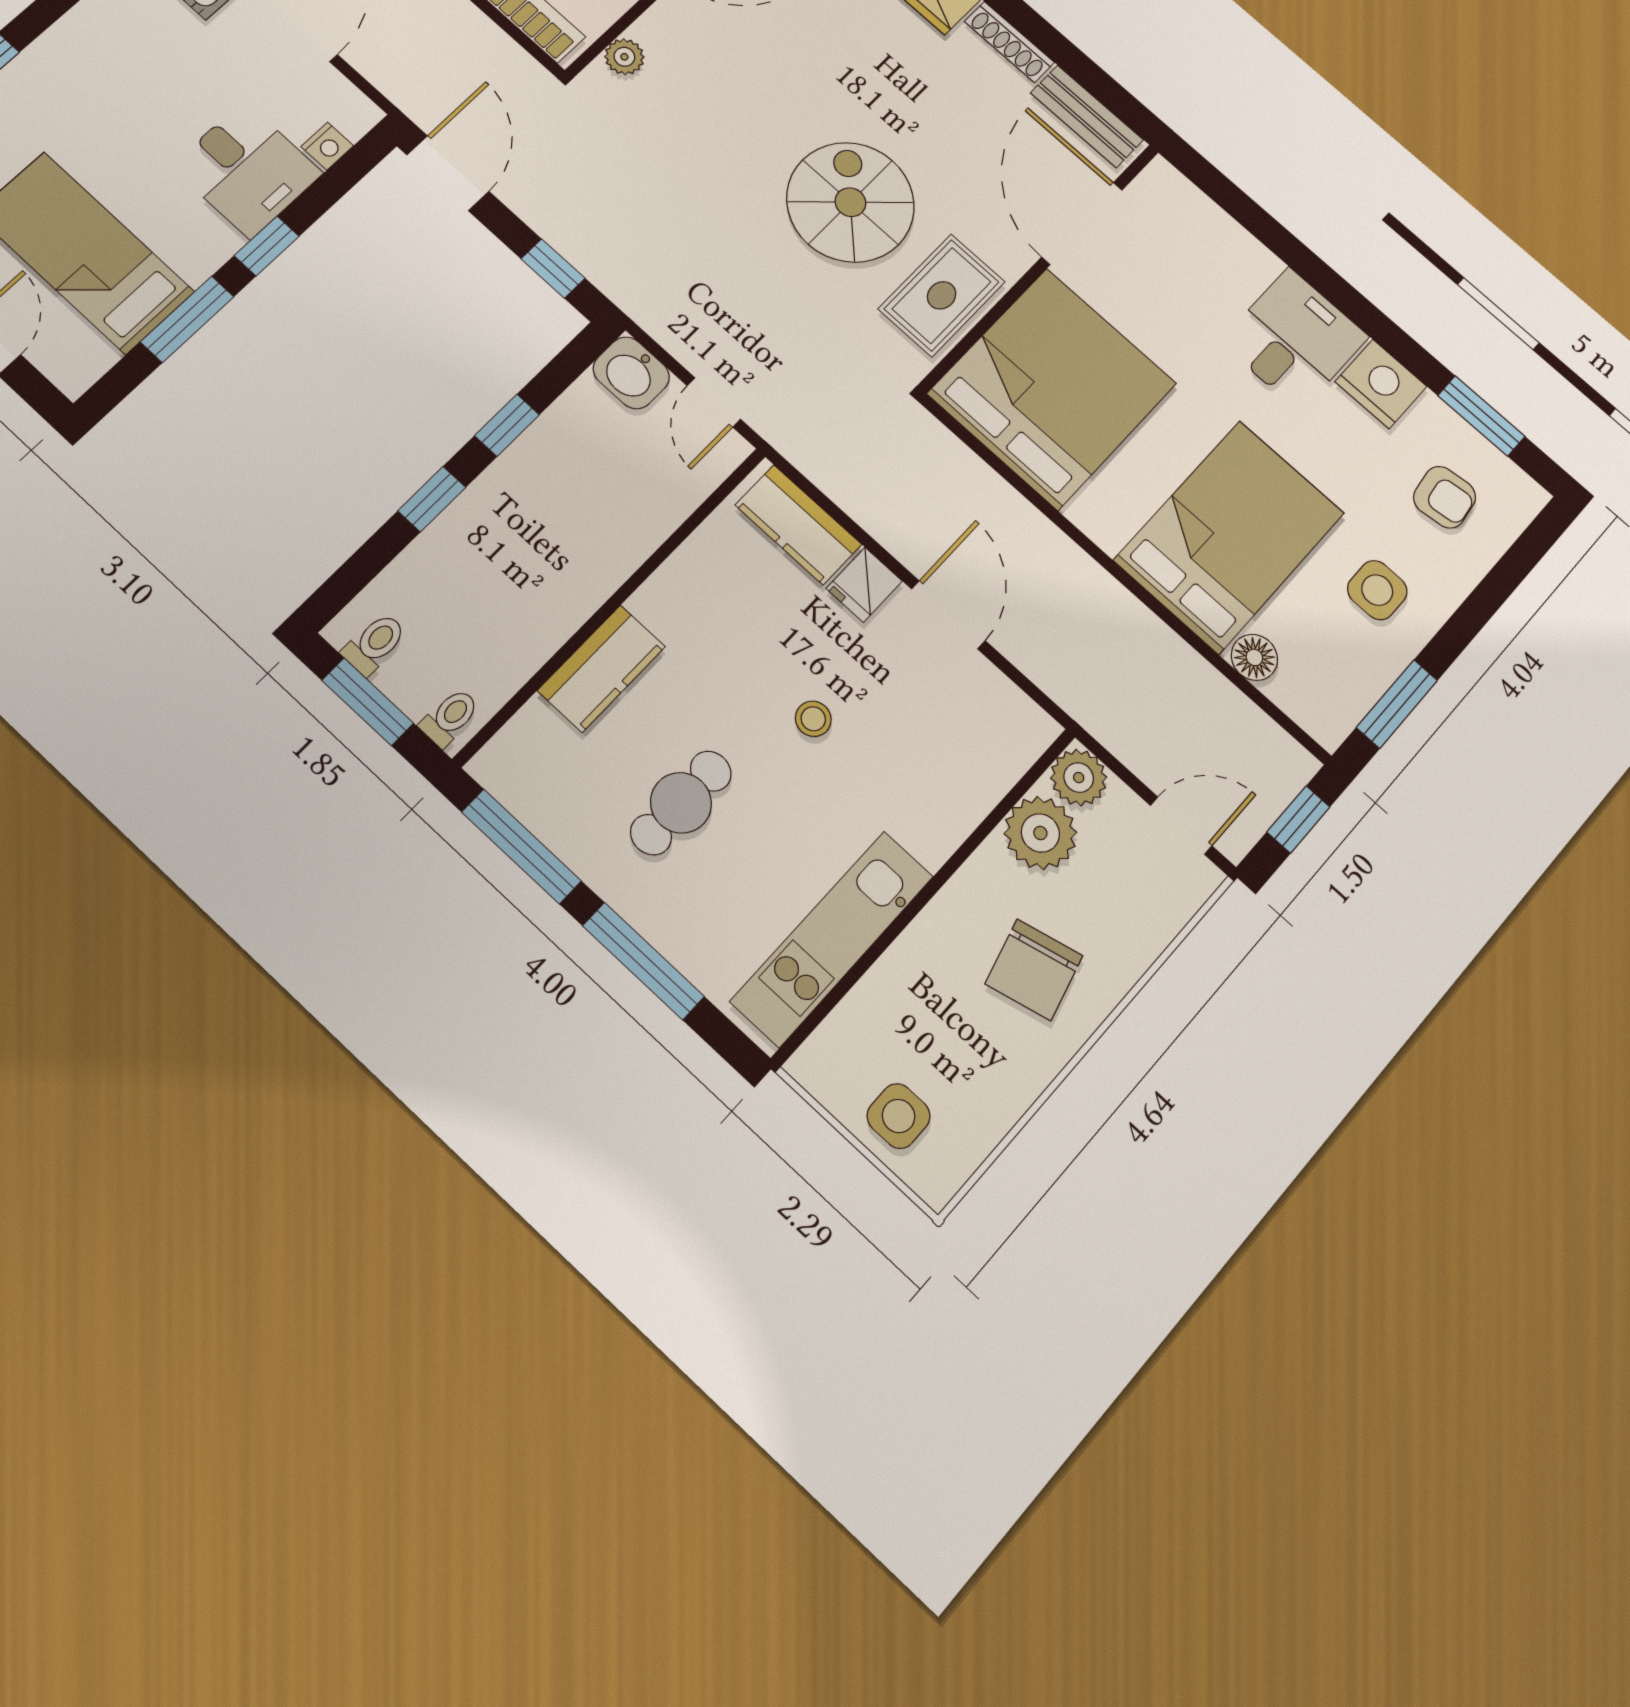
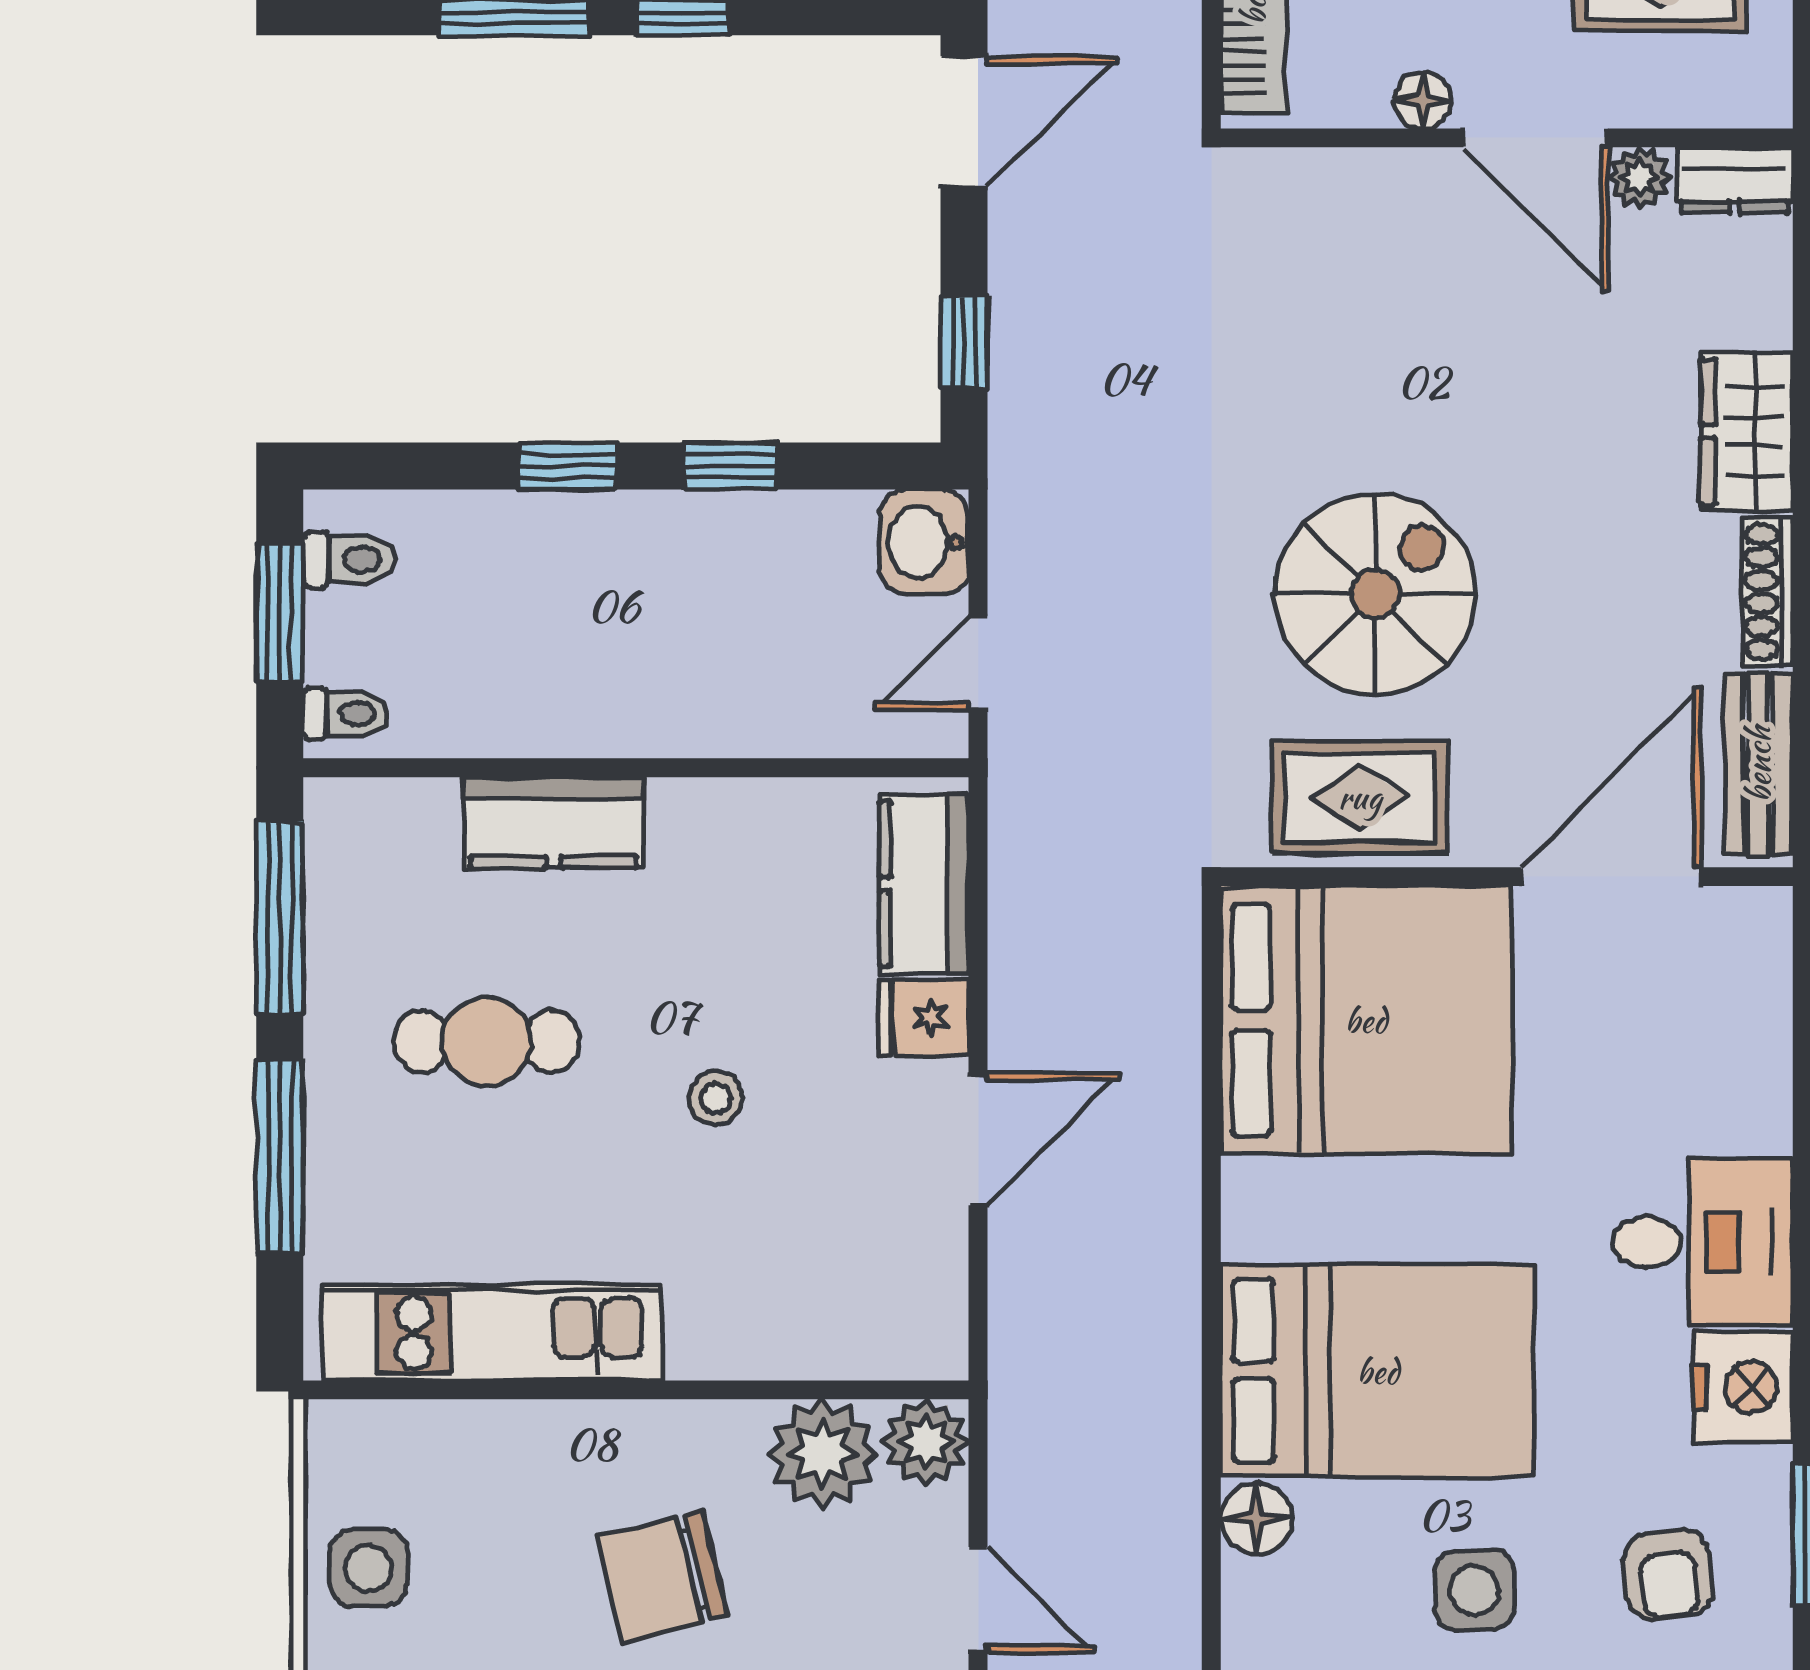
plant: (624, 57) -> (1305, 178), removed

